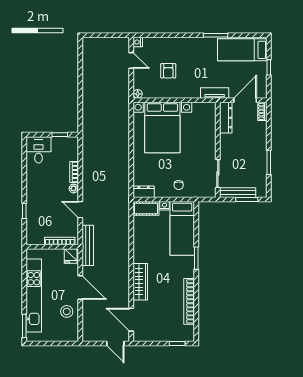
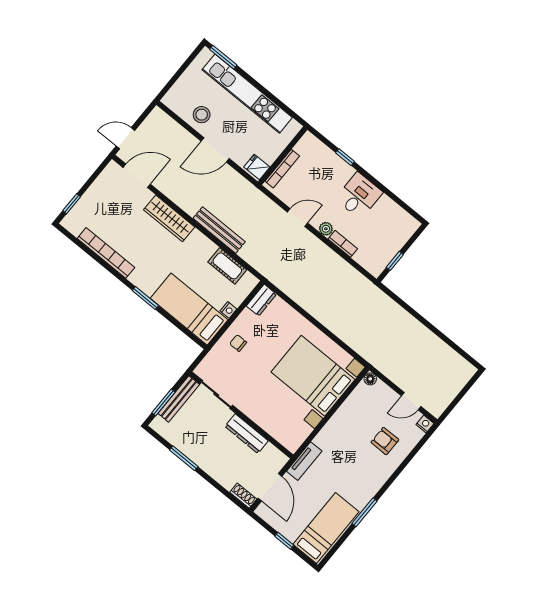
armchair: (168, 71) -> (385, 441), moved
dresser: (226, 118) -> (247, 434), moved
desk: (38, 150) -> (359, 196), moved, turned -90
cot: (146, 208) -> (227, 266), moved, turned 90
bench: (88, 245) -> (219, 230), moved

